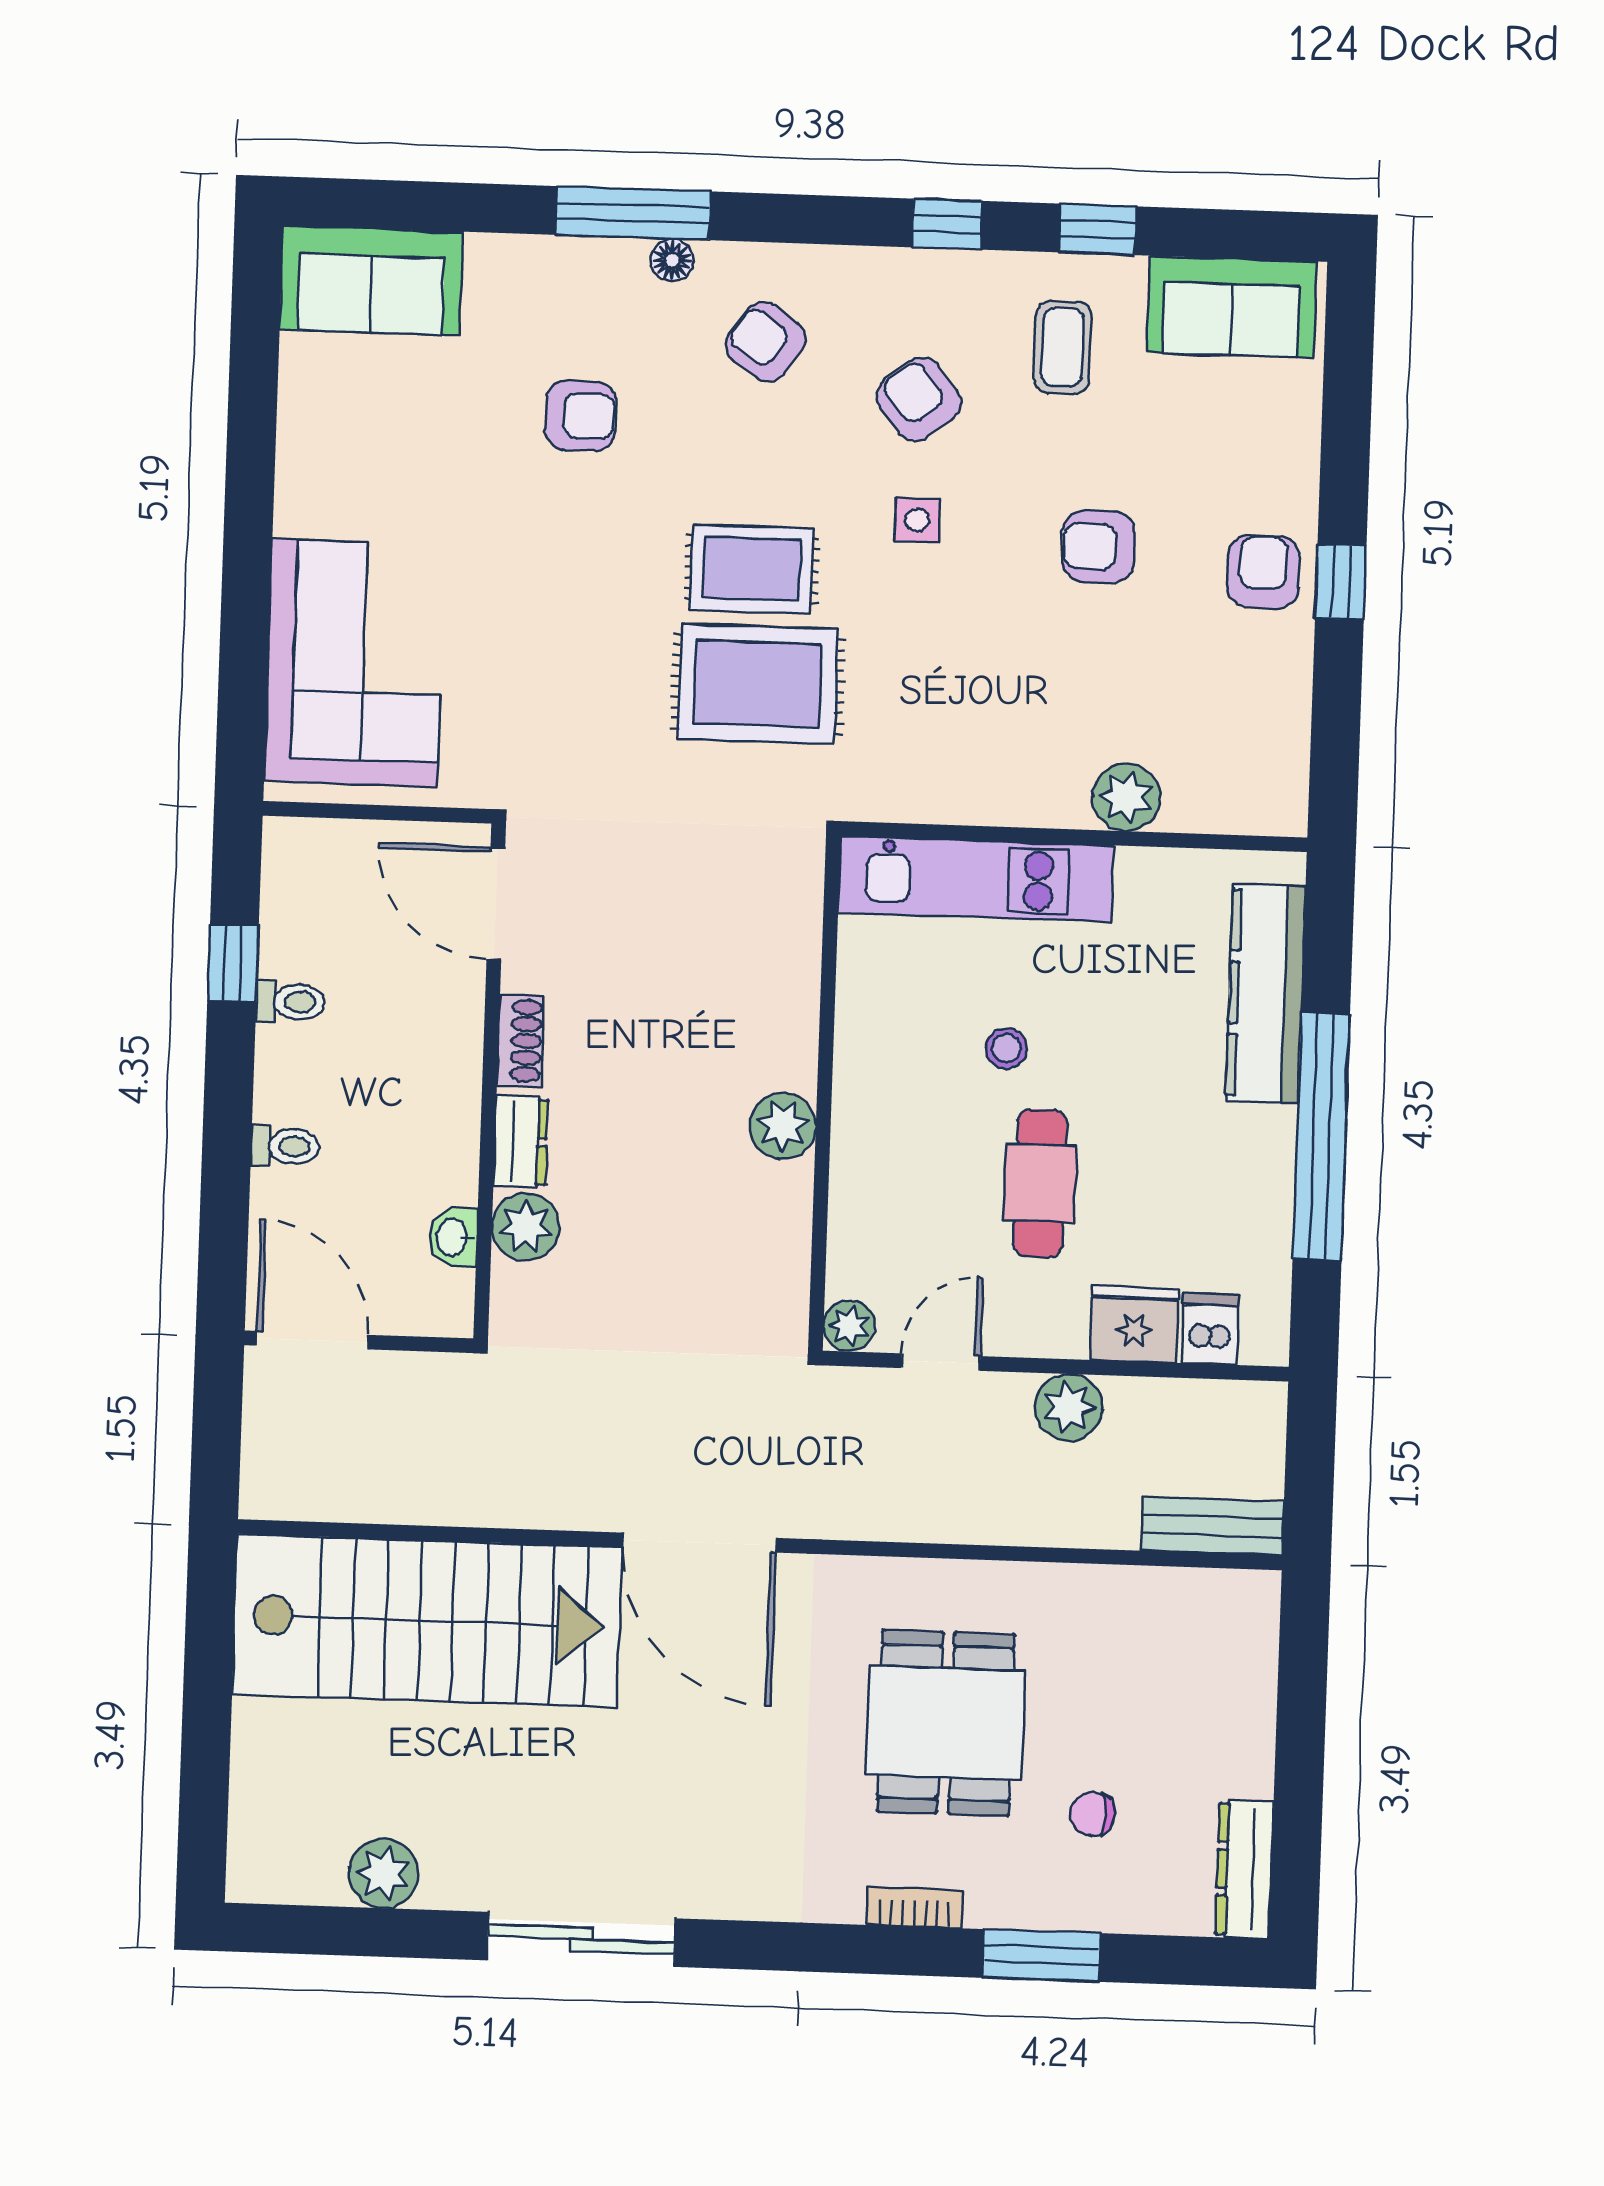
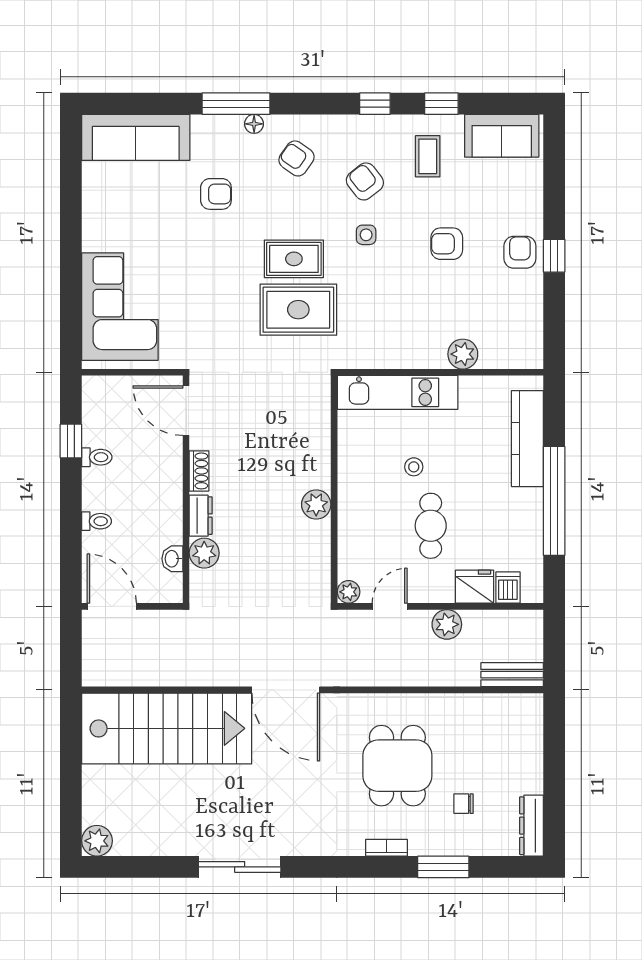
sofa: (371, 281) -> (136, 137), width x1.36
plant: (384, 1873) -> (97, 841), moved

